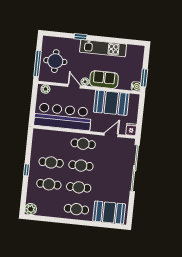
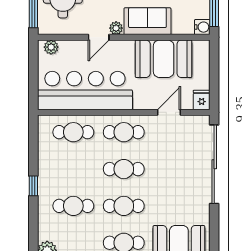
door: (74, 86) -> (99, 37), swing flipped
cafe table: (51, 162) -> (73, 132), moved

